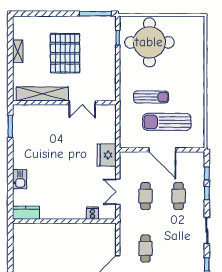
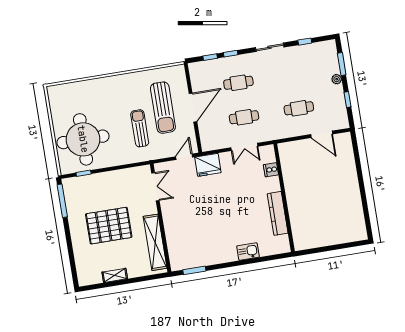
double door: (82, 103) -> (155, 187), moved
door: (118, 134) -> (184, 157), added
kitchen counter: (26, 213) -> (278, 213), moved, width x1.50

